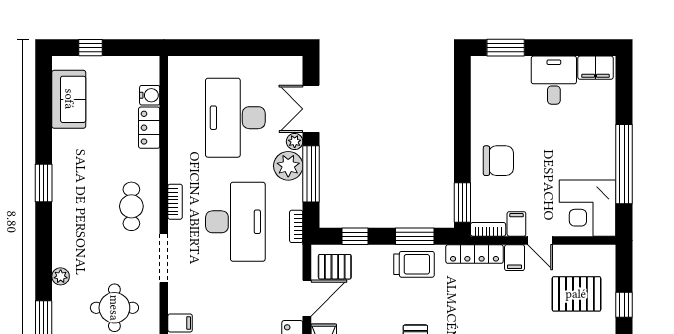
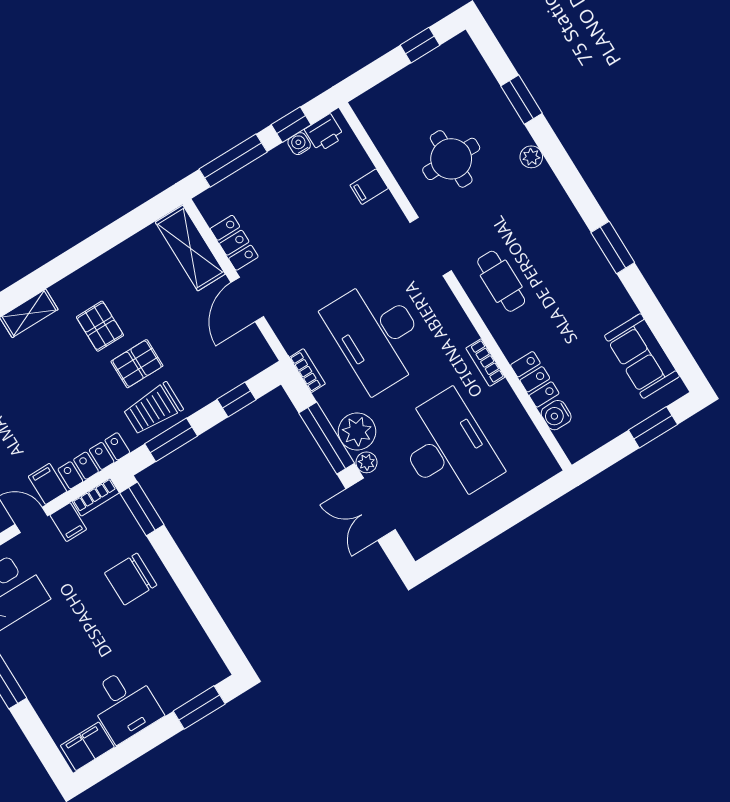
window: (91, 48) -> (653, 427), width x1.50
double door: (311, 109) -> (371, 509), swing flipped
bookcase: (175, 202) -> (485, 363), moved
pallet: (335, 267) -> (137, 364), moved

